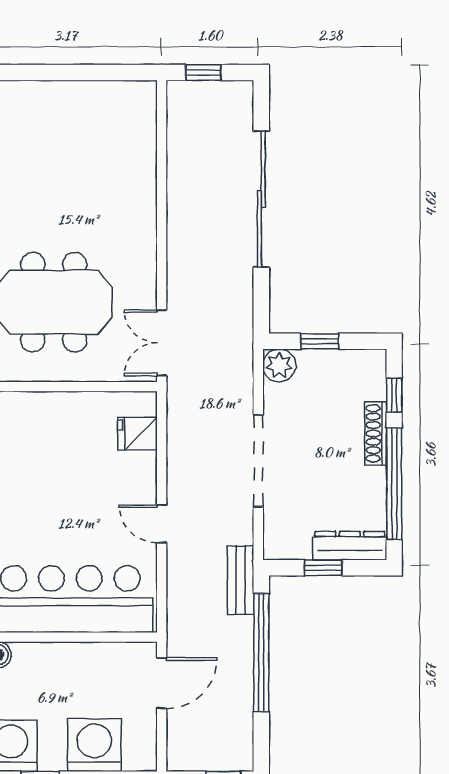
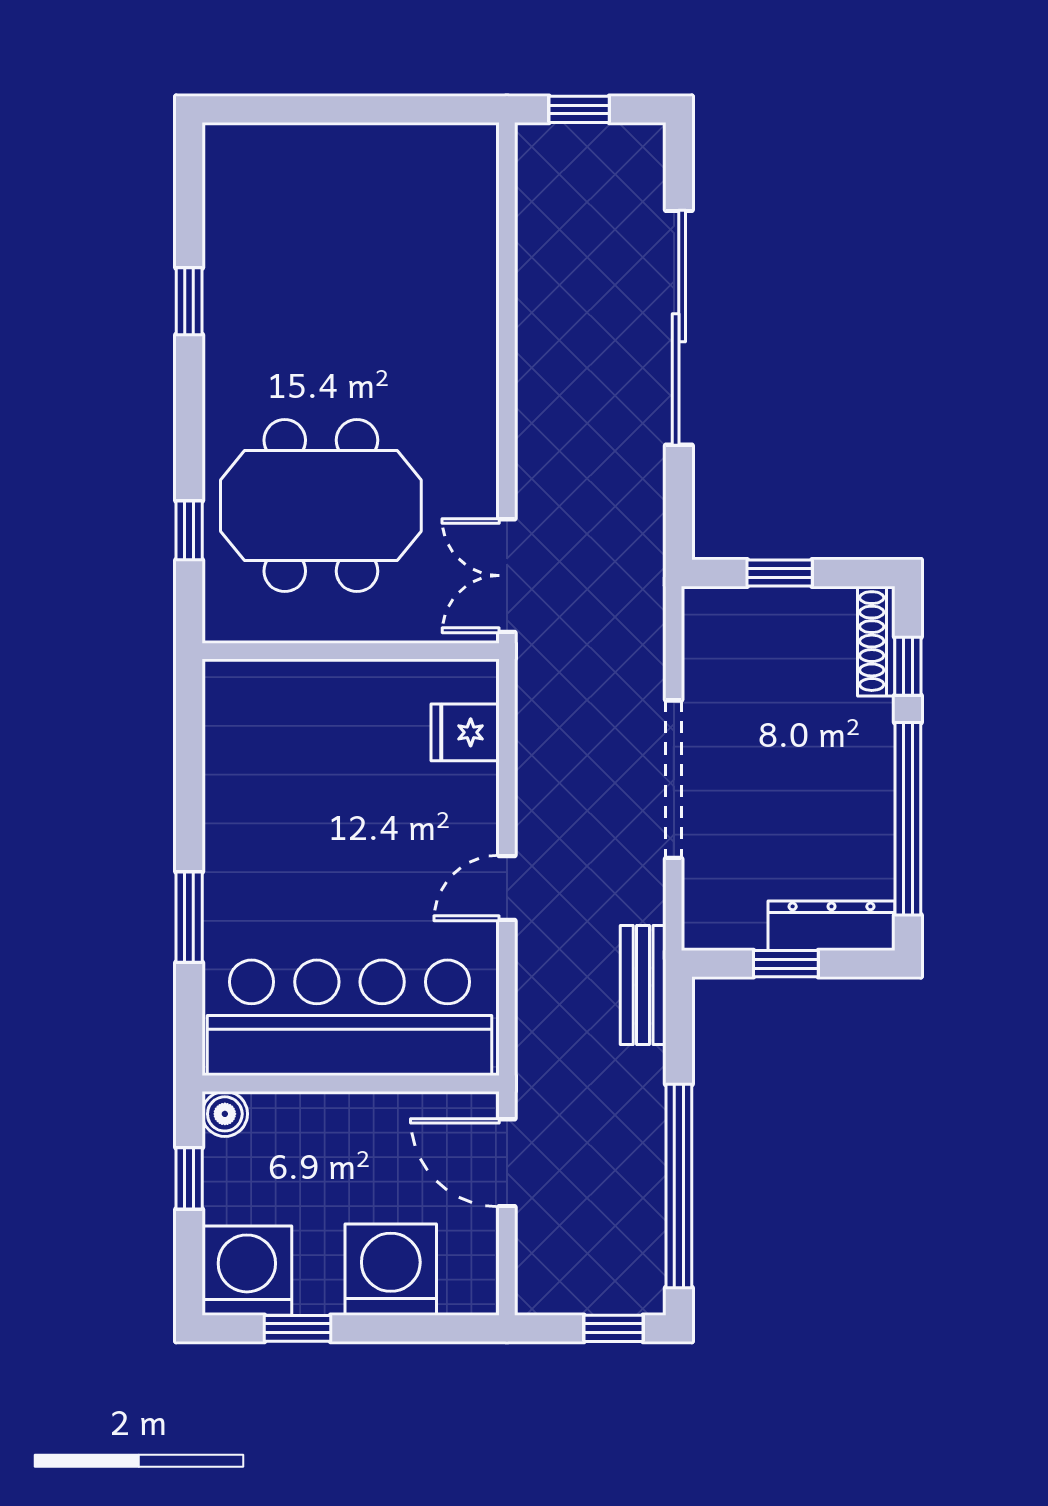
plant: (279, 365) -> (710, 614), removed
shoe rack: (376, 433) -> (876, 641), moved
door: (162, 524) -> (507, 888), hinge flipped
window: (261, 653) -> (679, 1186), moved
door: (162, 683) -> (507, 1163), swing flipped

